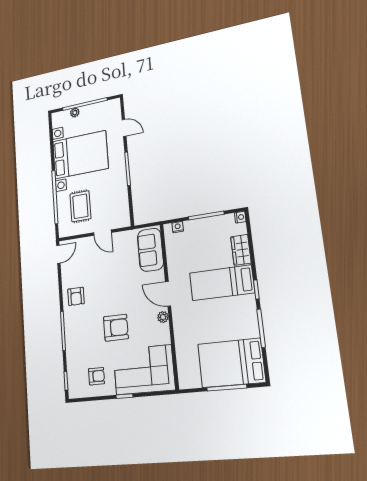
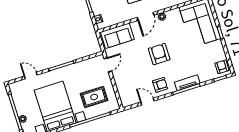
door: (124, 128) -> (31, 76), hinge flipped
door: (103, 233) -> (108, 65), moved
door: (58, 254) -> (147, 102), moved
armchair: (116, 328) -> (159, 54), moved
tv unit: (71, 334) -> (187, 83), added
armchair: (96, 376) -> (222, 67), moved

